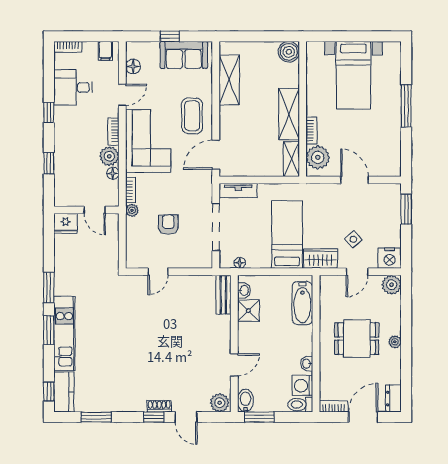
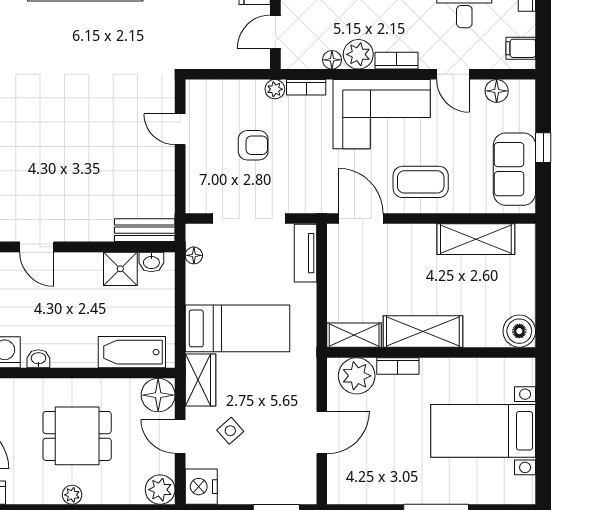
floor lamp: (330, 286) -> (158, 395), added
dining table: (357, 339) -> (77, 436), turned 90

